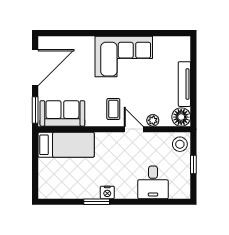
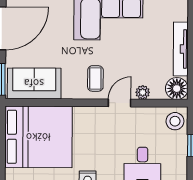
door: (134, 129) -> (120, 103), hinge flipped
bed: (66, 145) -> (38, 137), width x2.04

